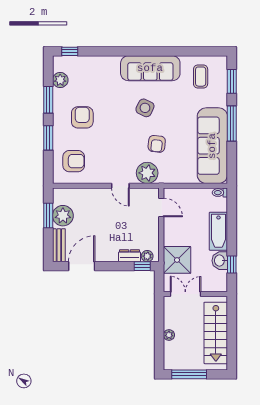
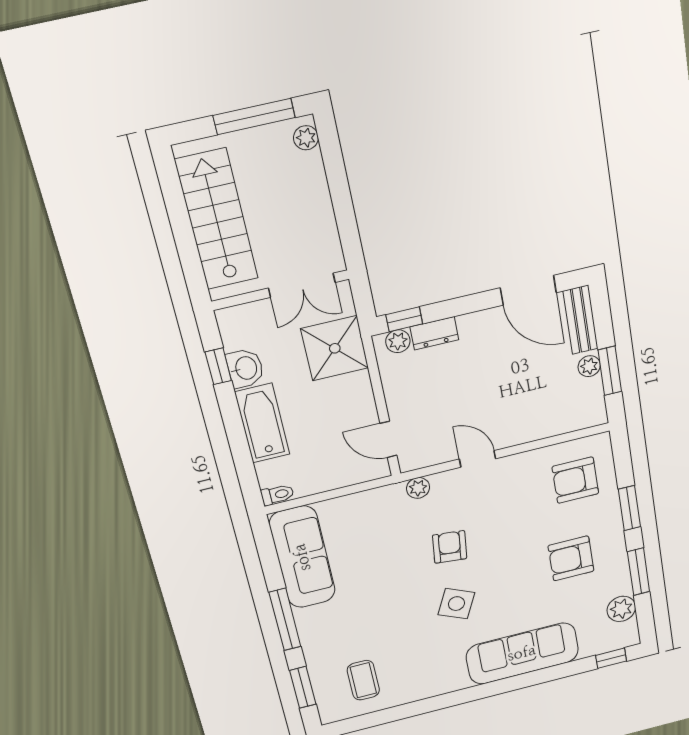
sofa: (150, 68) -> (522, 653), moved
armchair: (82, 117) -> (571, 558), turned 90
armchair: (157, 144) -> (450, 547), moved
sofa: (212, 146) -> (302, 557), width x0.74, depth x0.79
plant: (147, 173) -> (418, 488), width x0.53, depth x0.53
plant: (63, 216) -> (589, 366), width x0.53, depth x0.53
door: (82, 266) -> (528, 290), hinge flipped
plant: (169, 335) -> (306, 138), moved

